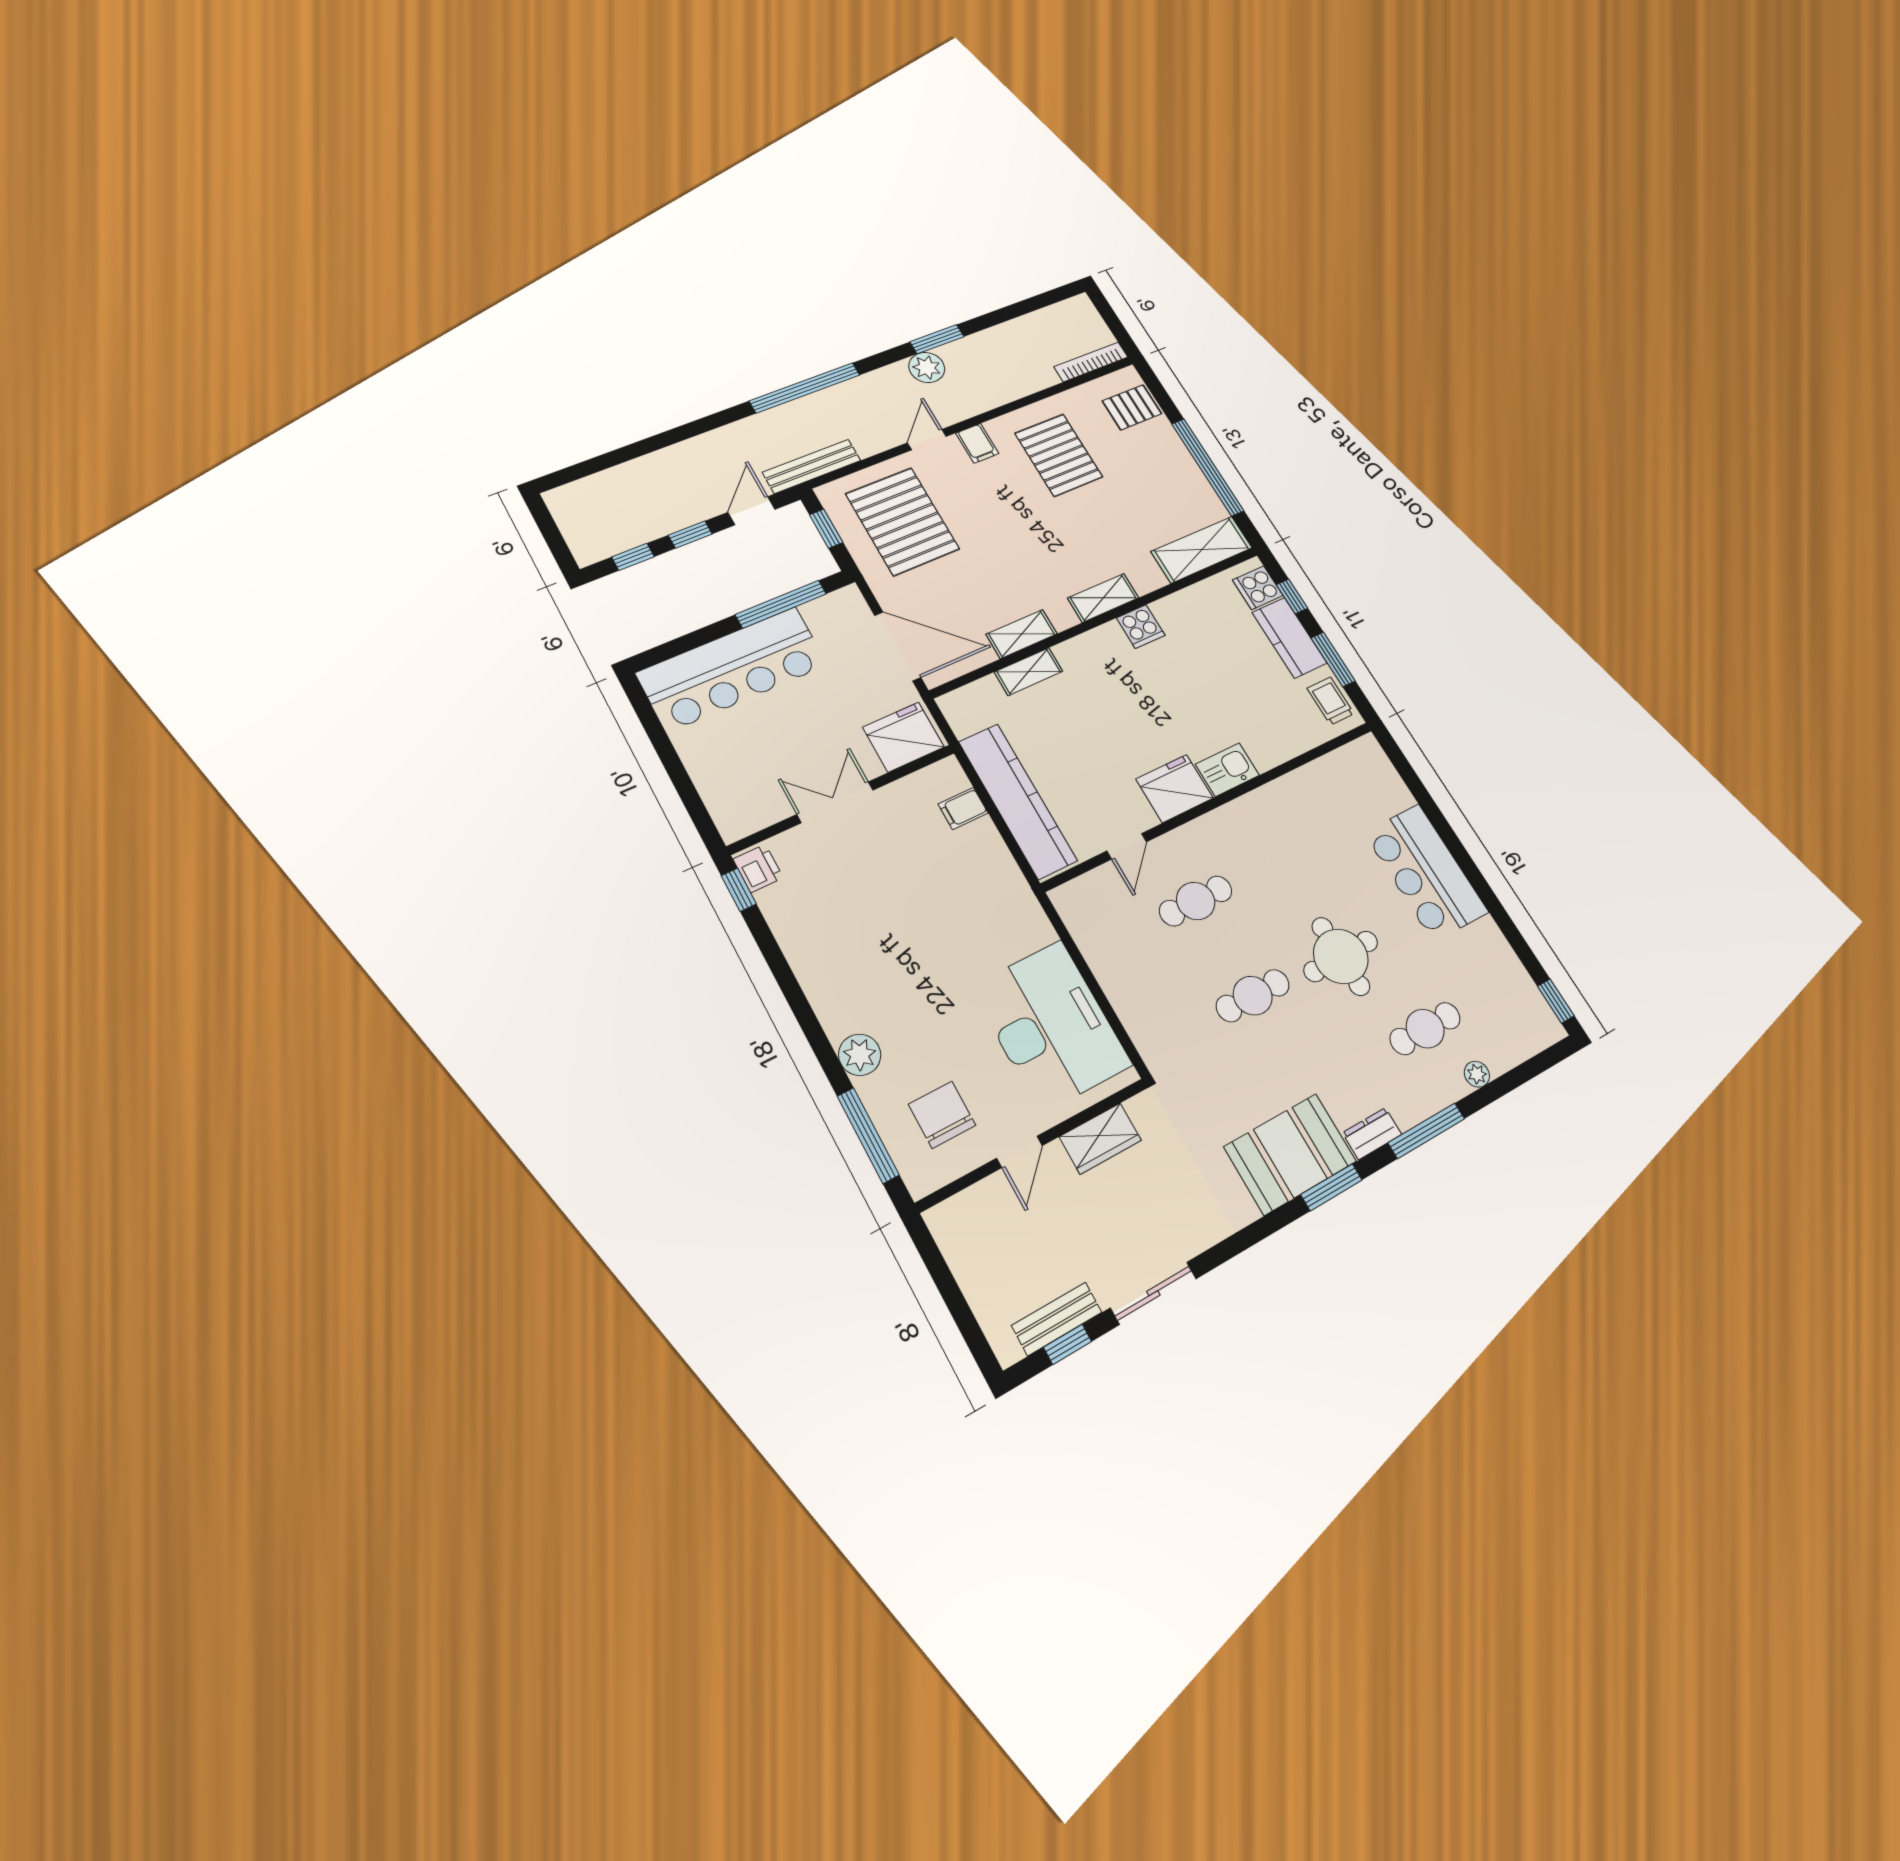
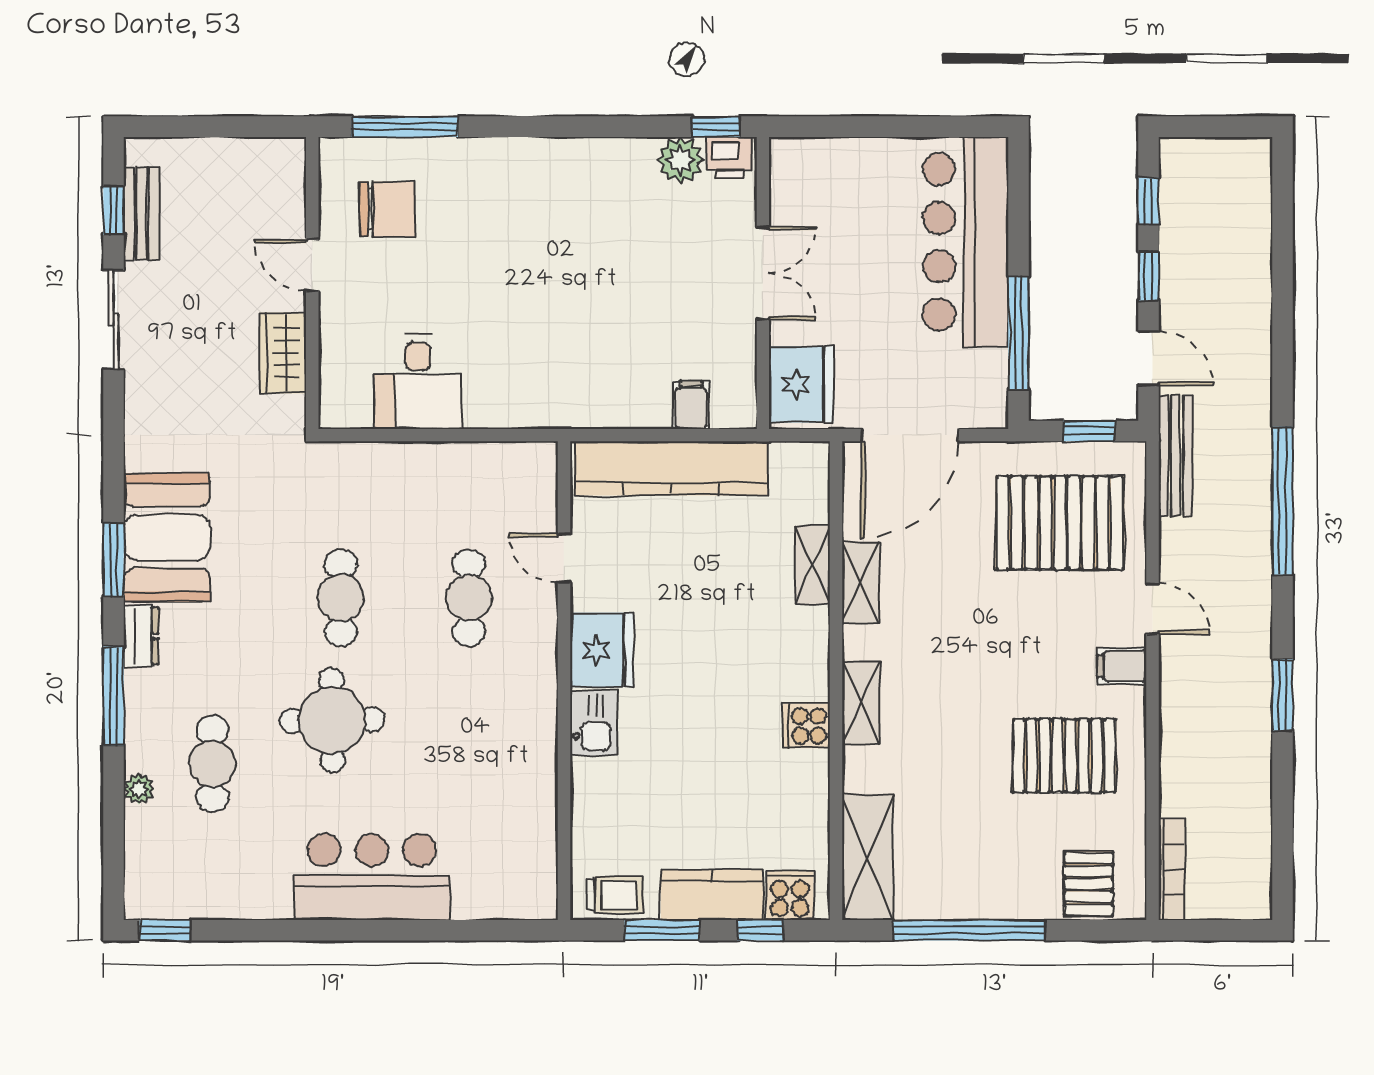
plant: (927, 367) -> (1249, 661), removed
desk: (1051, 1026) -> (418, 382), width x0.53, depth x0.77
plant: (860, 1055) -> (680, 160), moved

